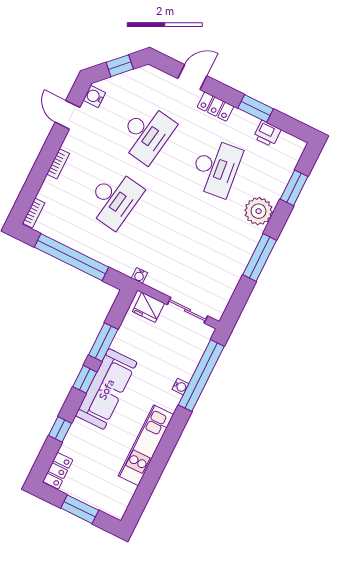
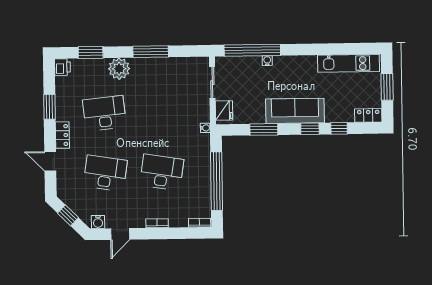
printer: (267, 134) -> (62, 67), moved
window: (85, 379) -> (310, 129), moved
kitchen unit: (146, 445) -> (349, 63), moved

